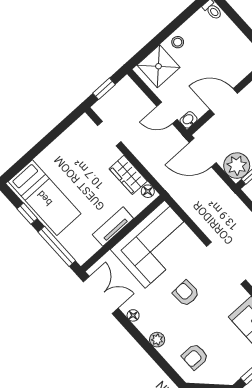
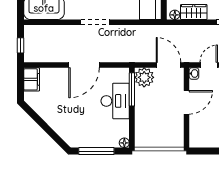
door: (203, 153) -> (169, 65), hinge flipped
doorway: (226, 263) -> (95, 22), width x0.73

